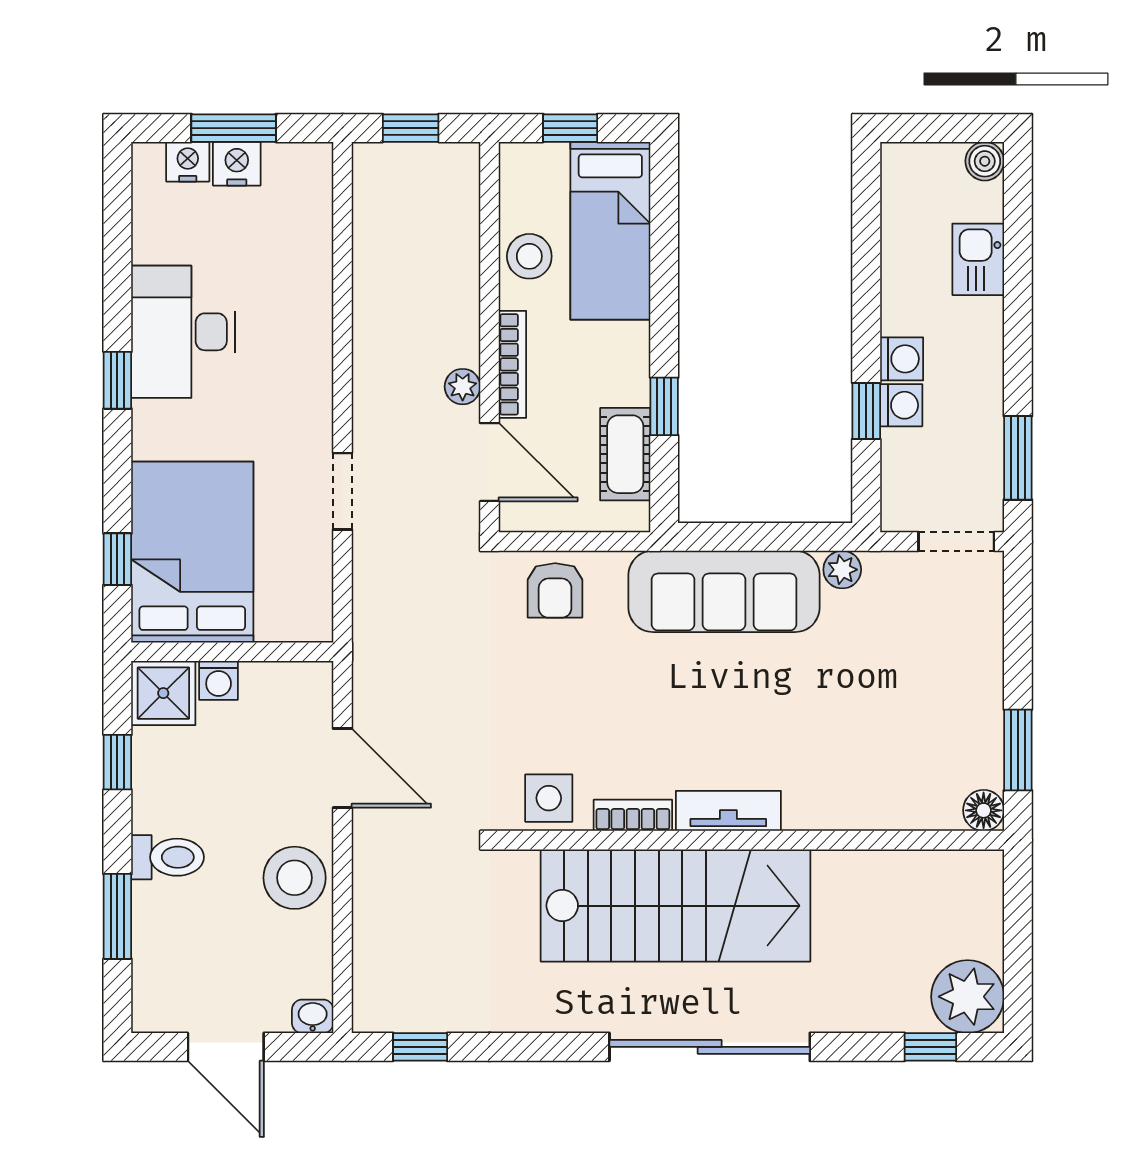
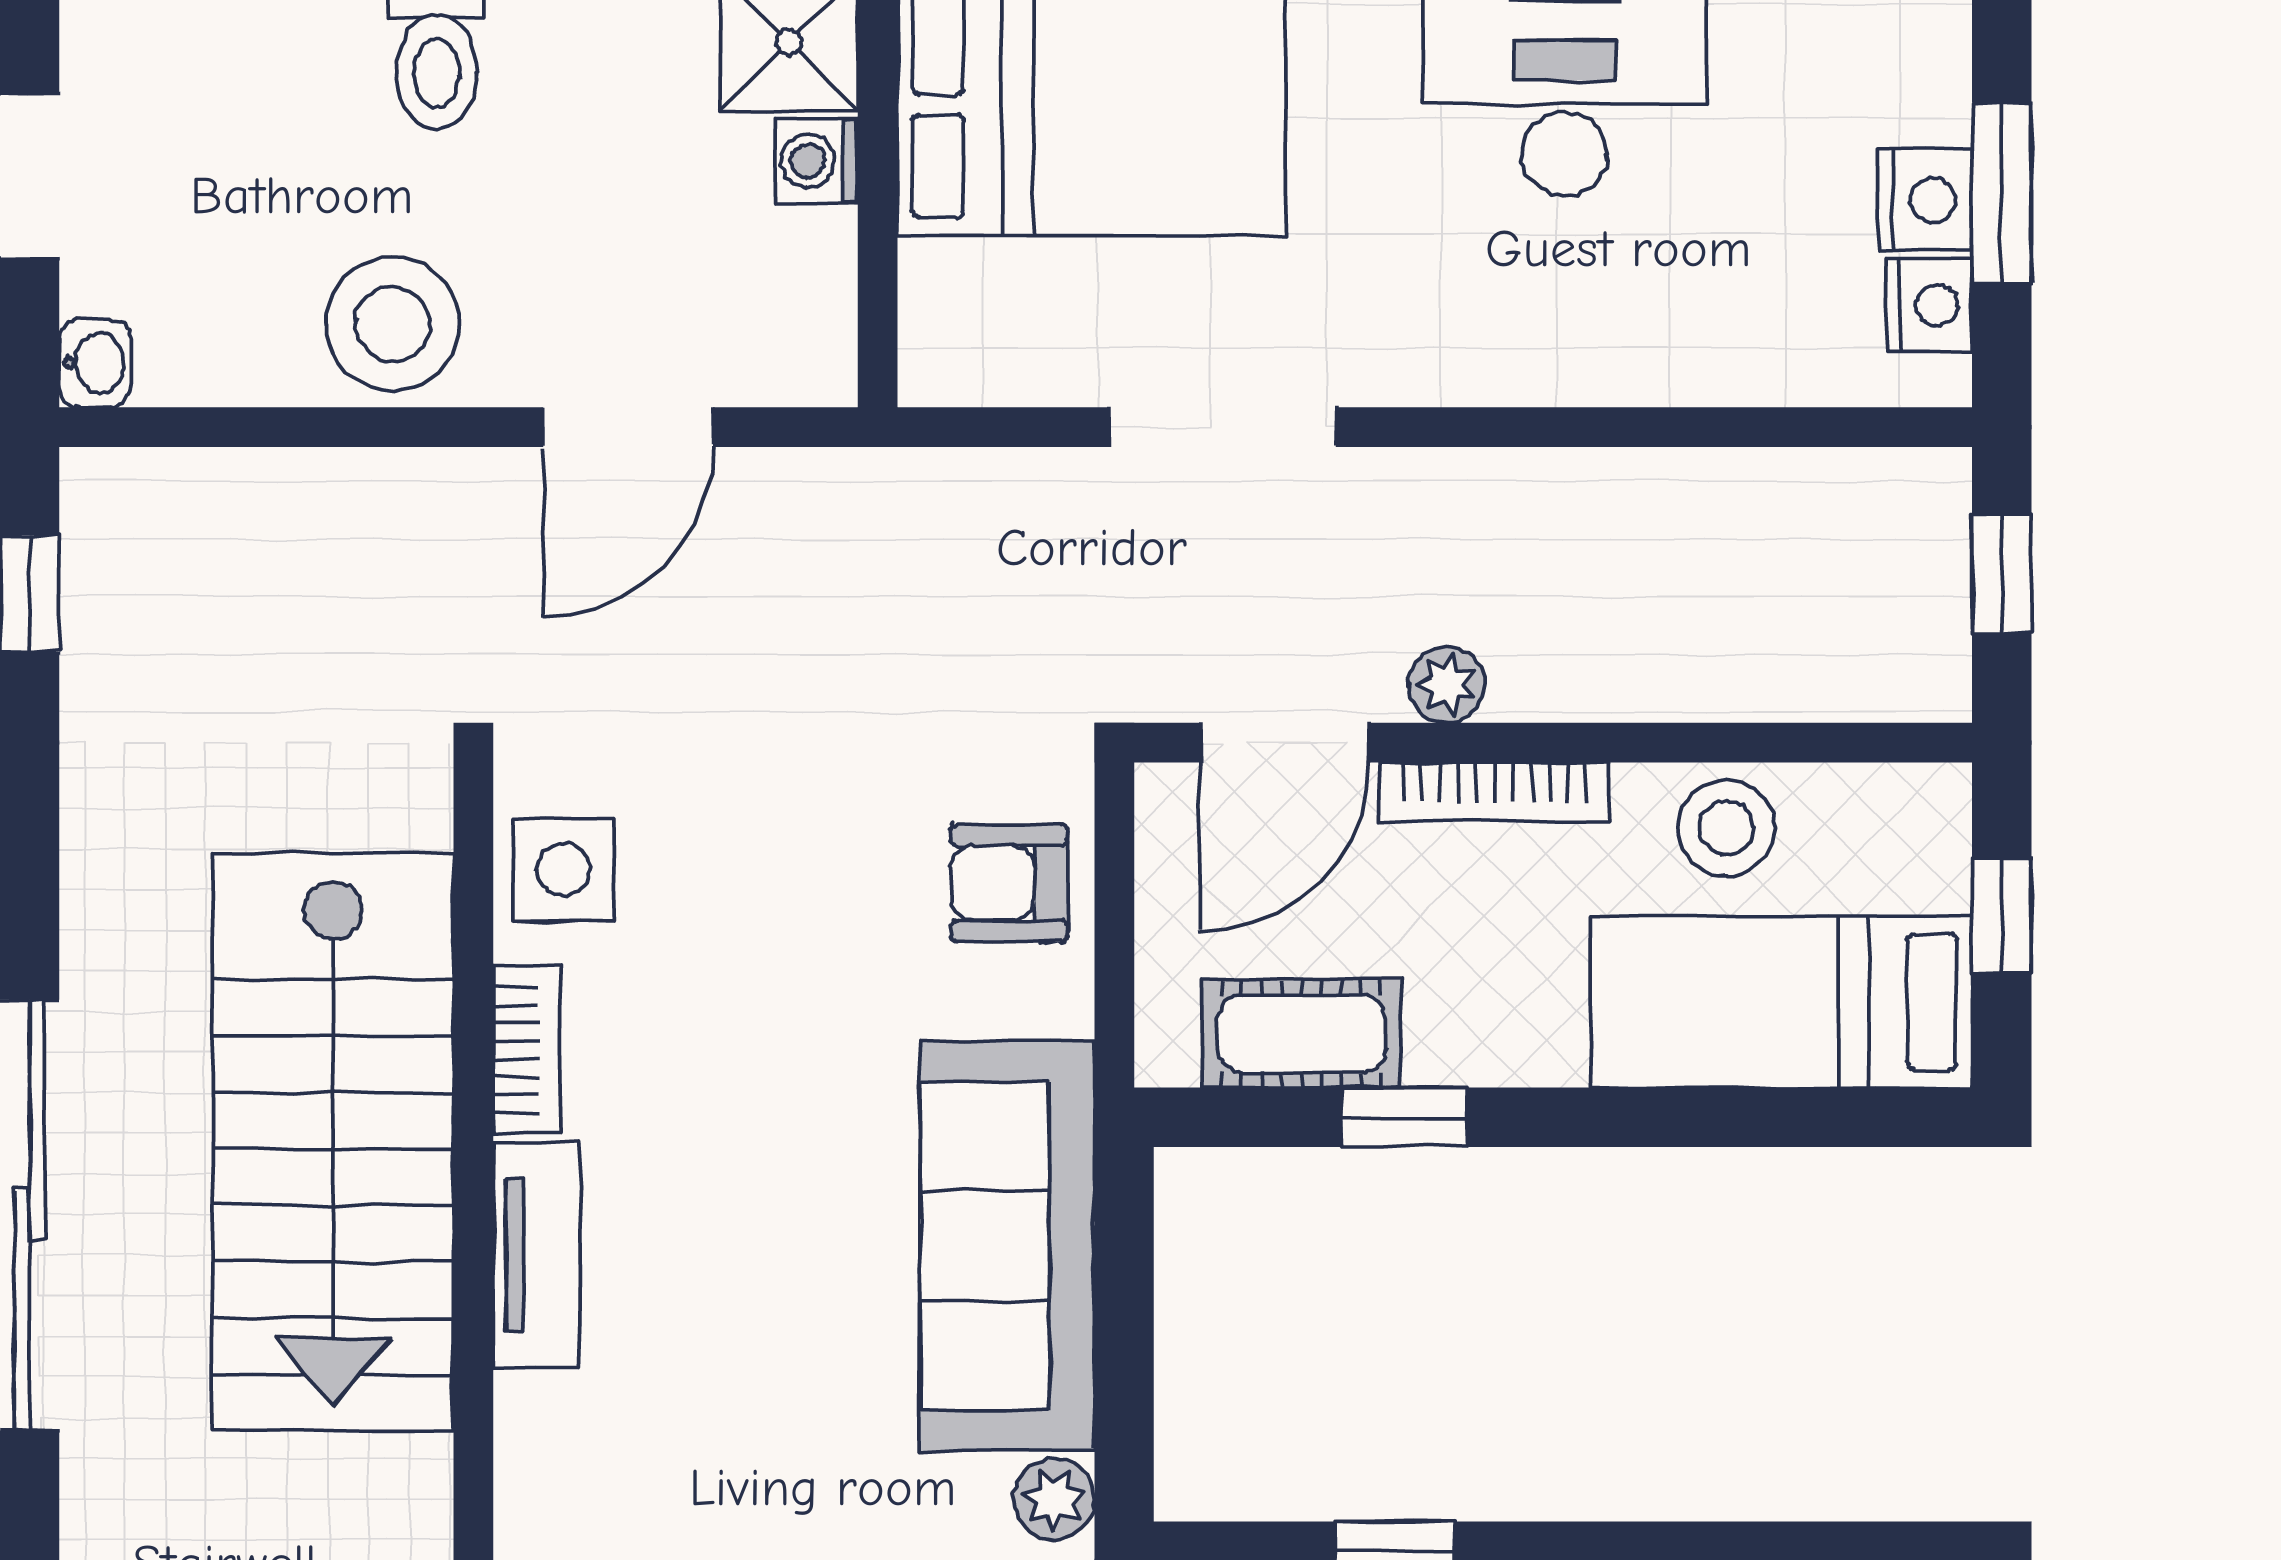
nightstand: (188, 162) -> (1930, 305), moved
doorway: (343, 491) -> (1222, 427), width x1.38

